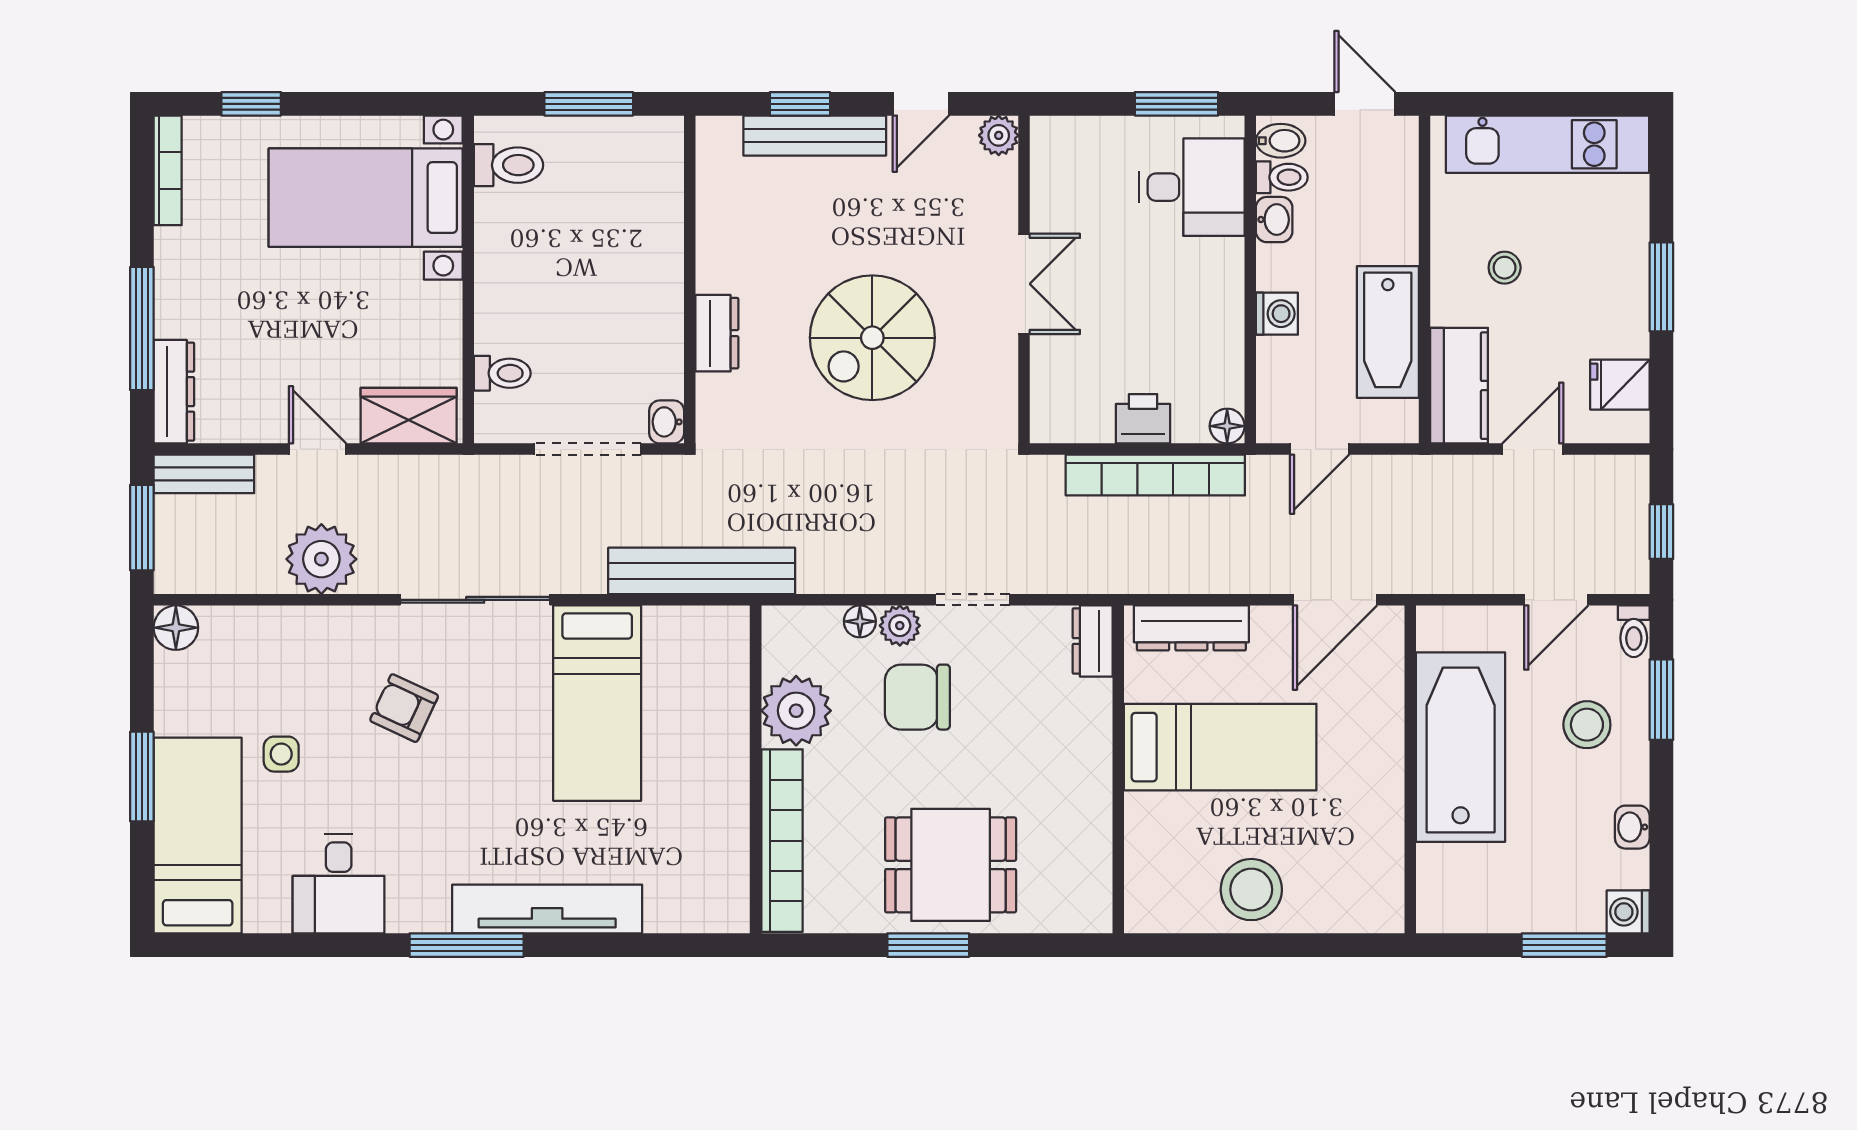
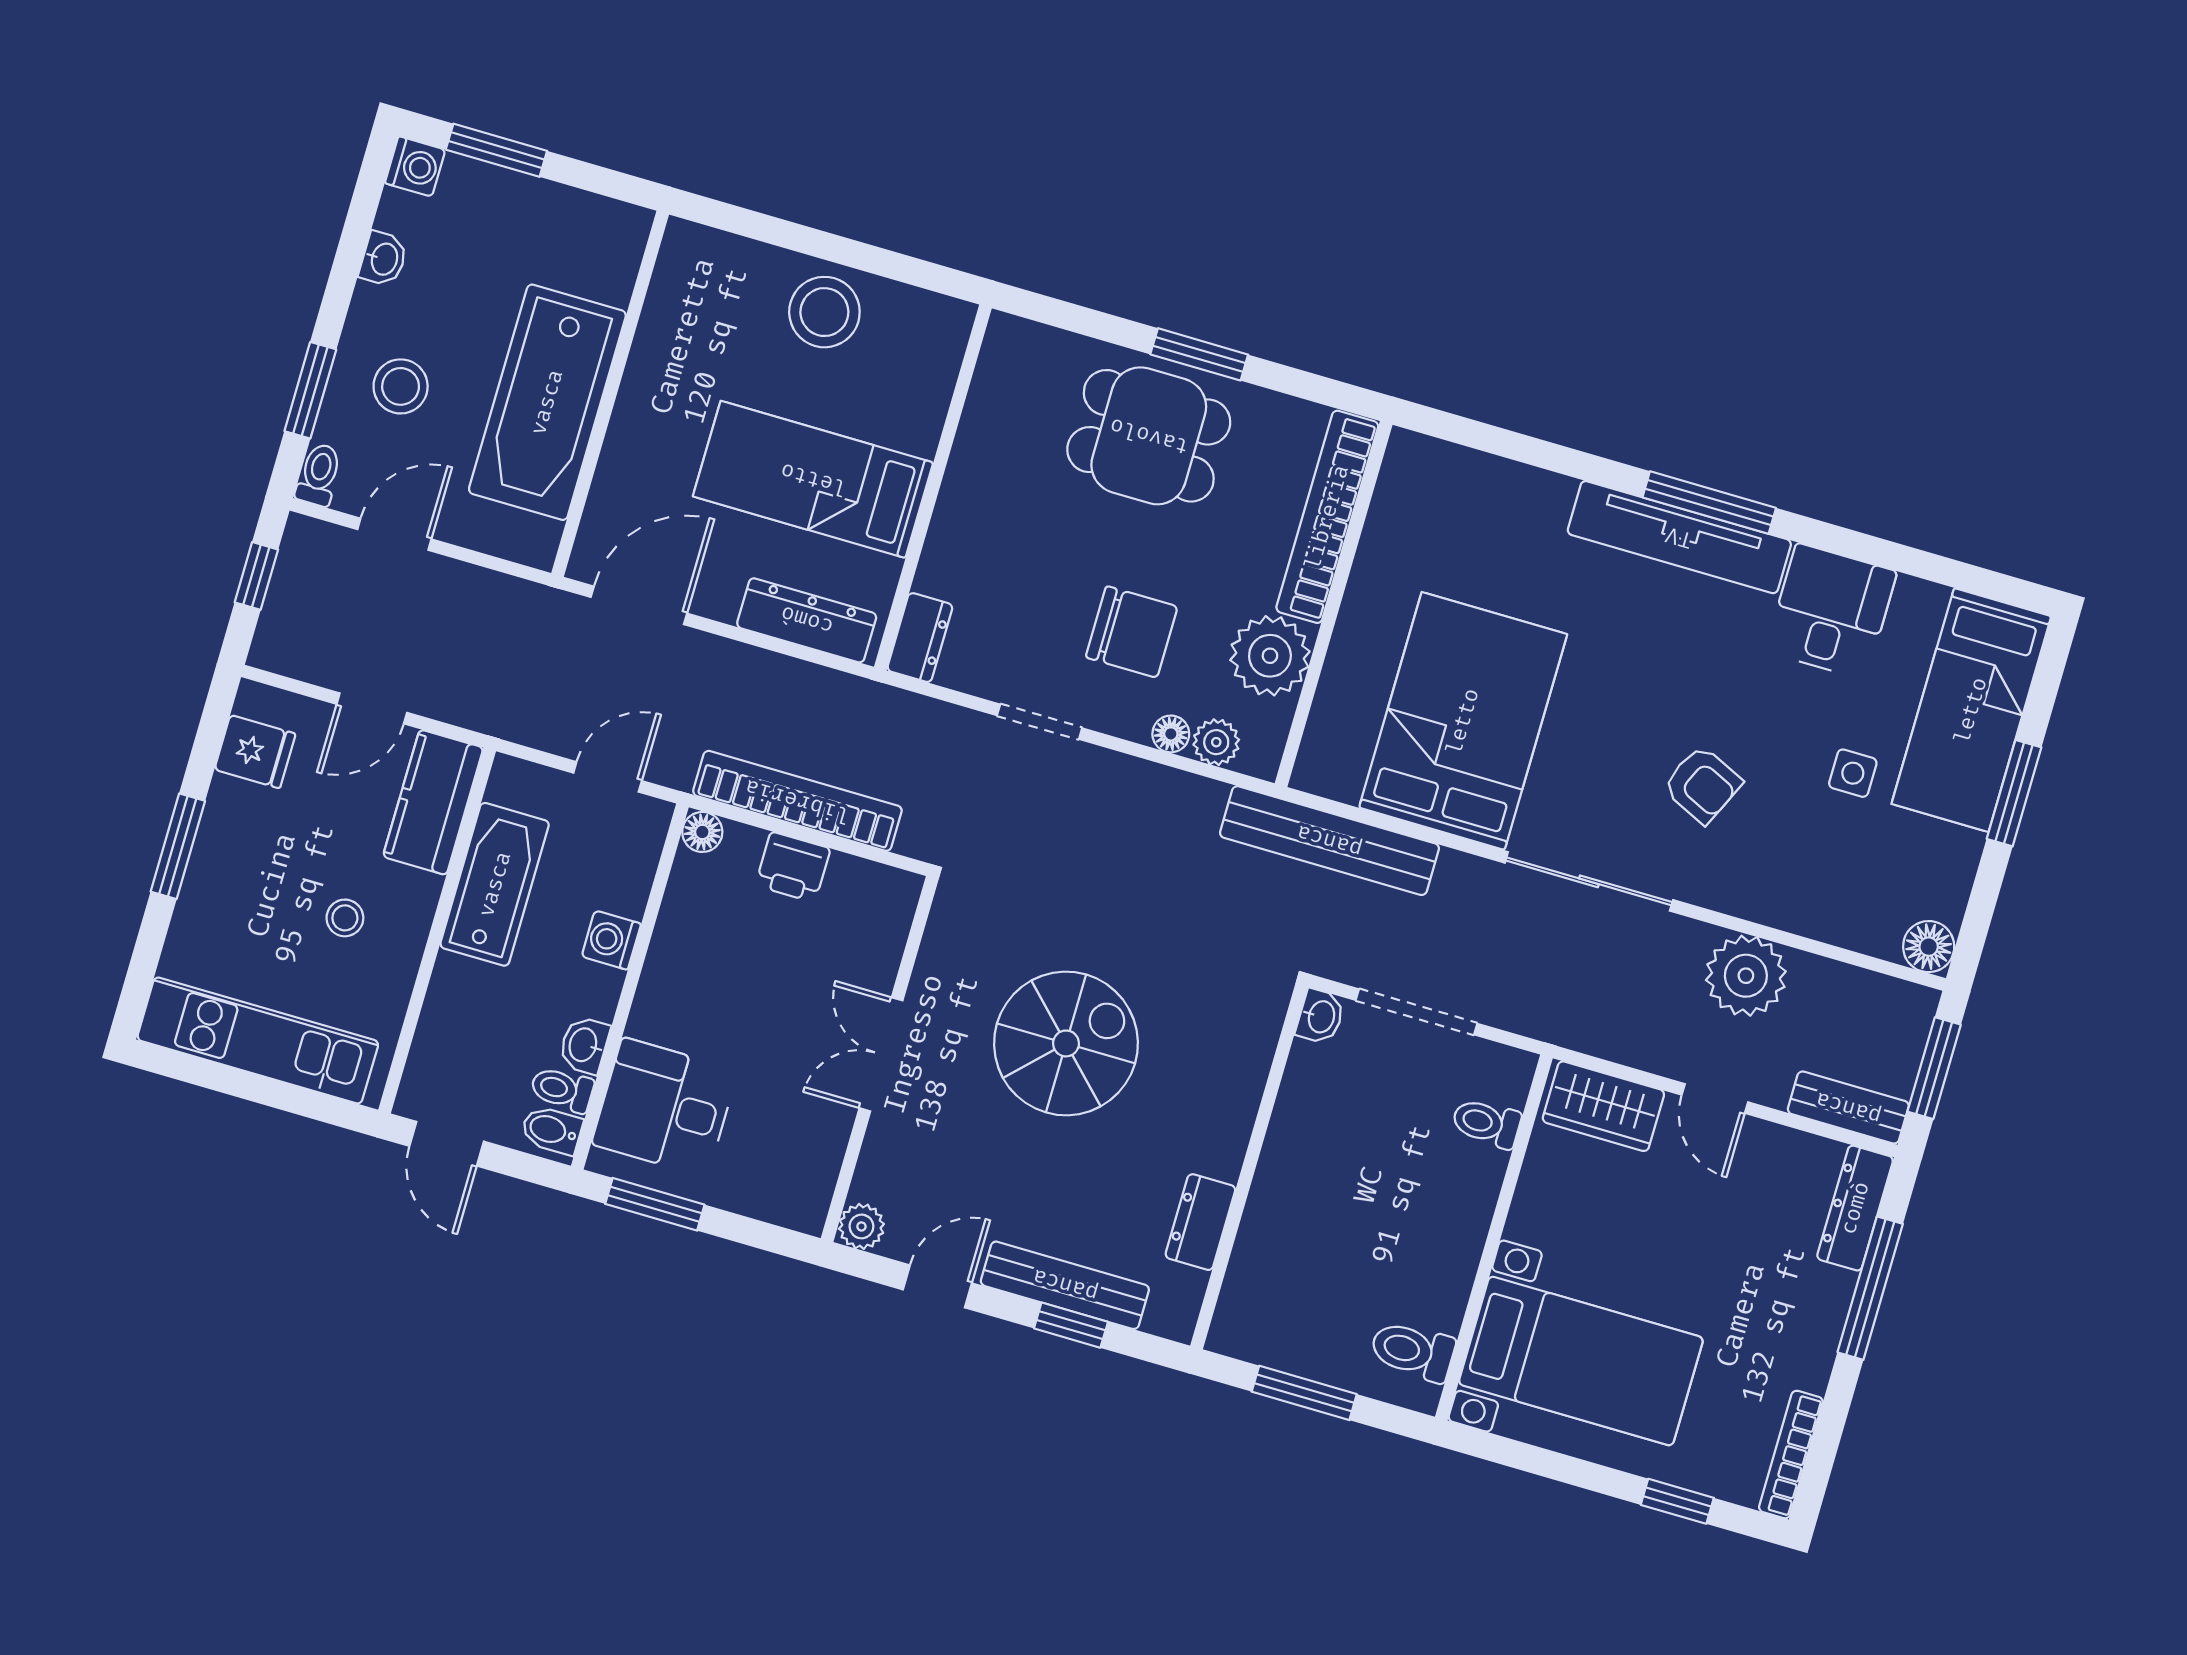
dresser: (717, 333) -> (1200, 1222), moved
plant: (900, 626) -> (1216, 742), moved
bed: (597, 703) -> (1463, 721), width x1.50
tv unit: (547, 909) -> (1679, 537), moved

